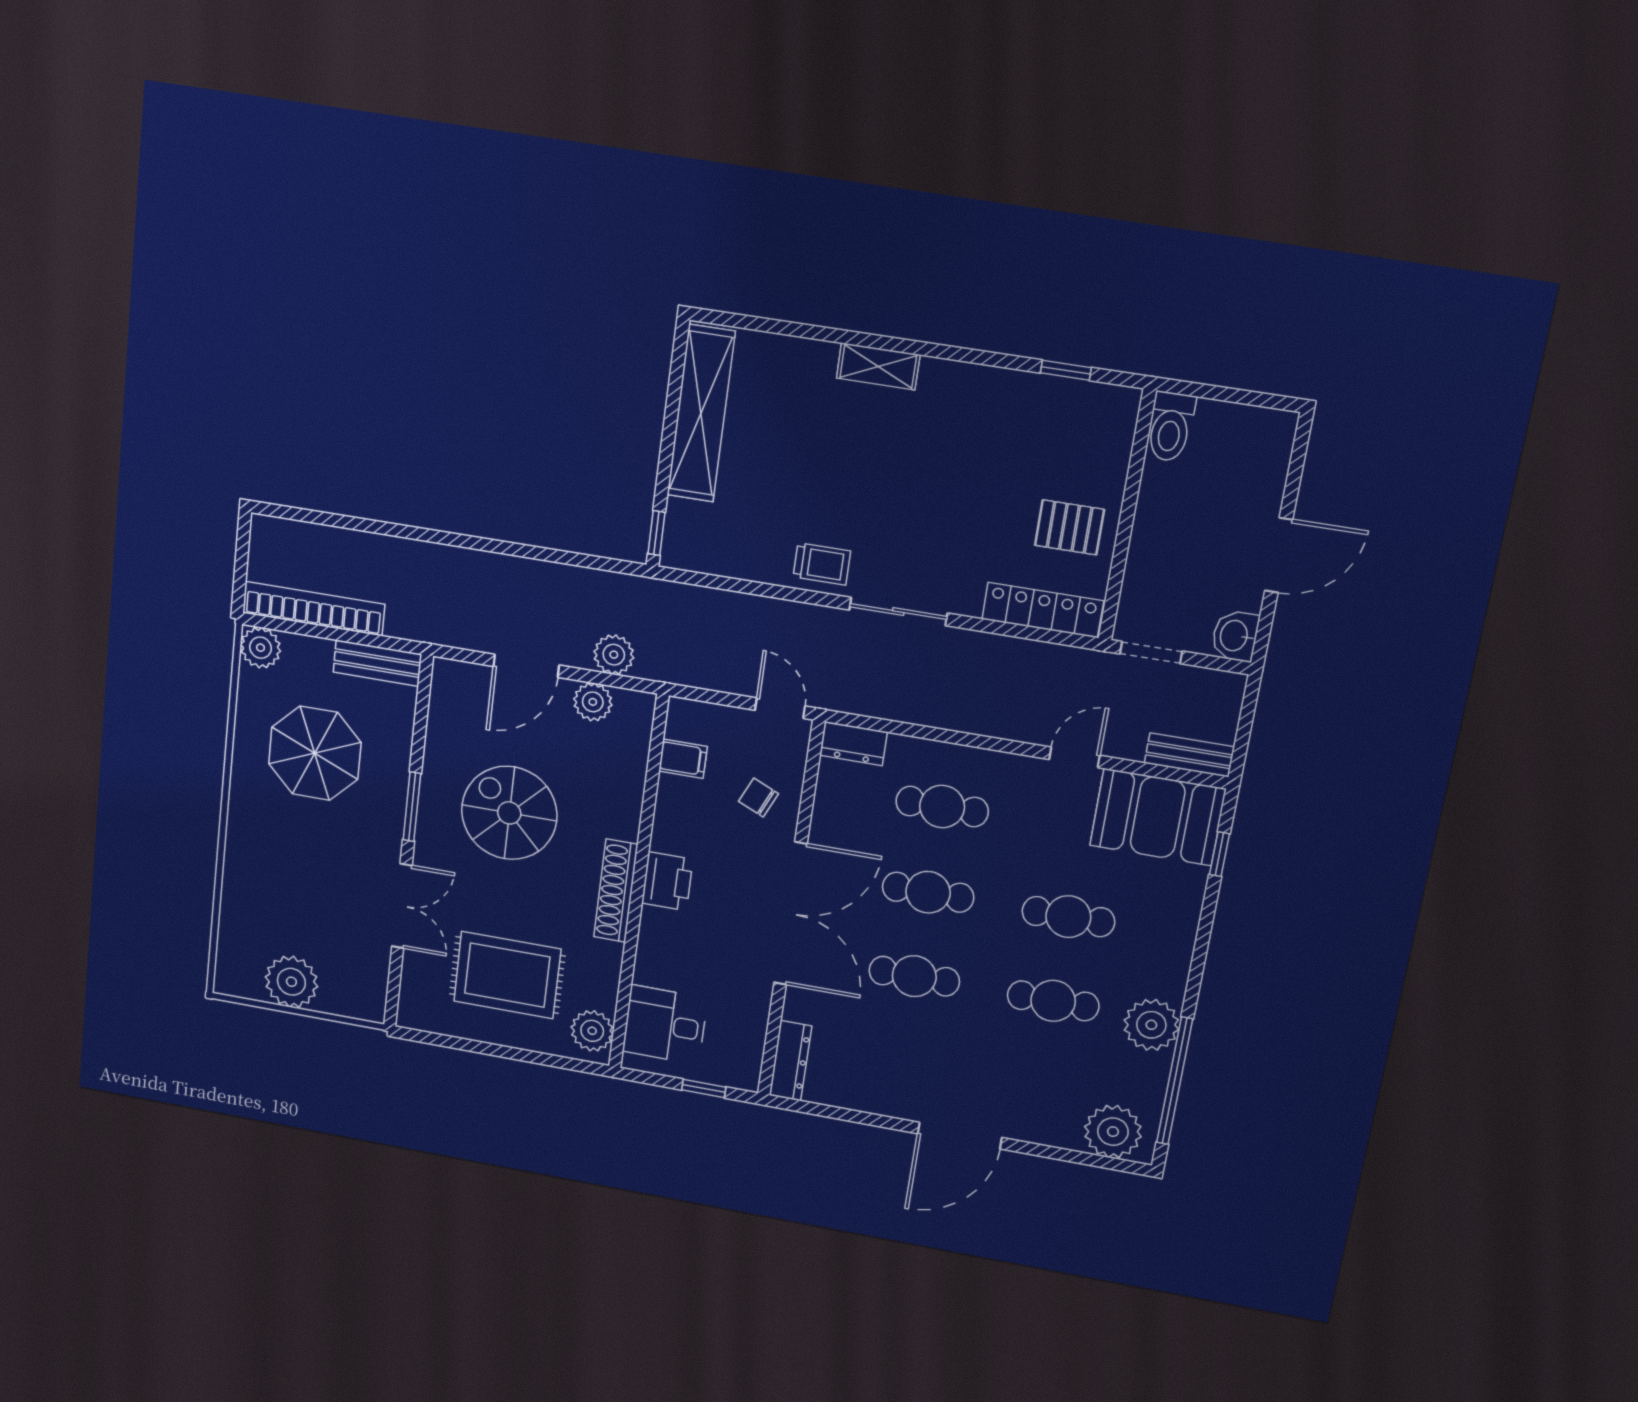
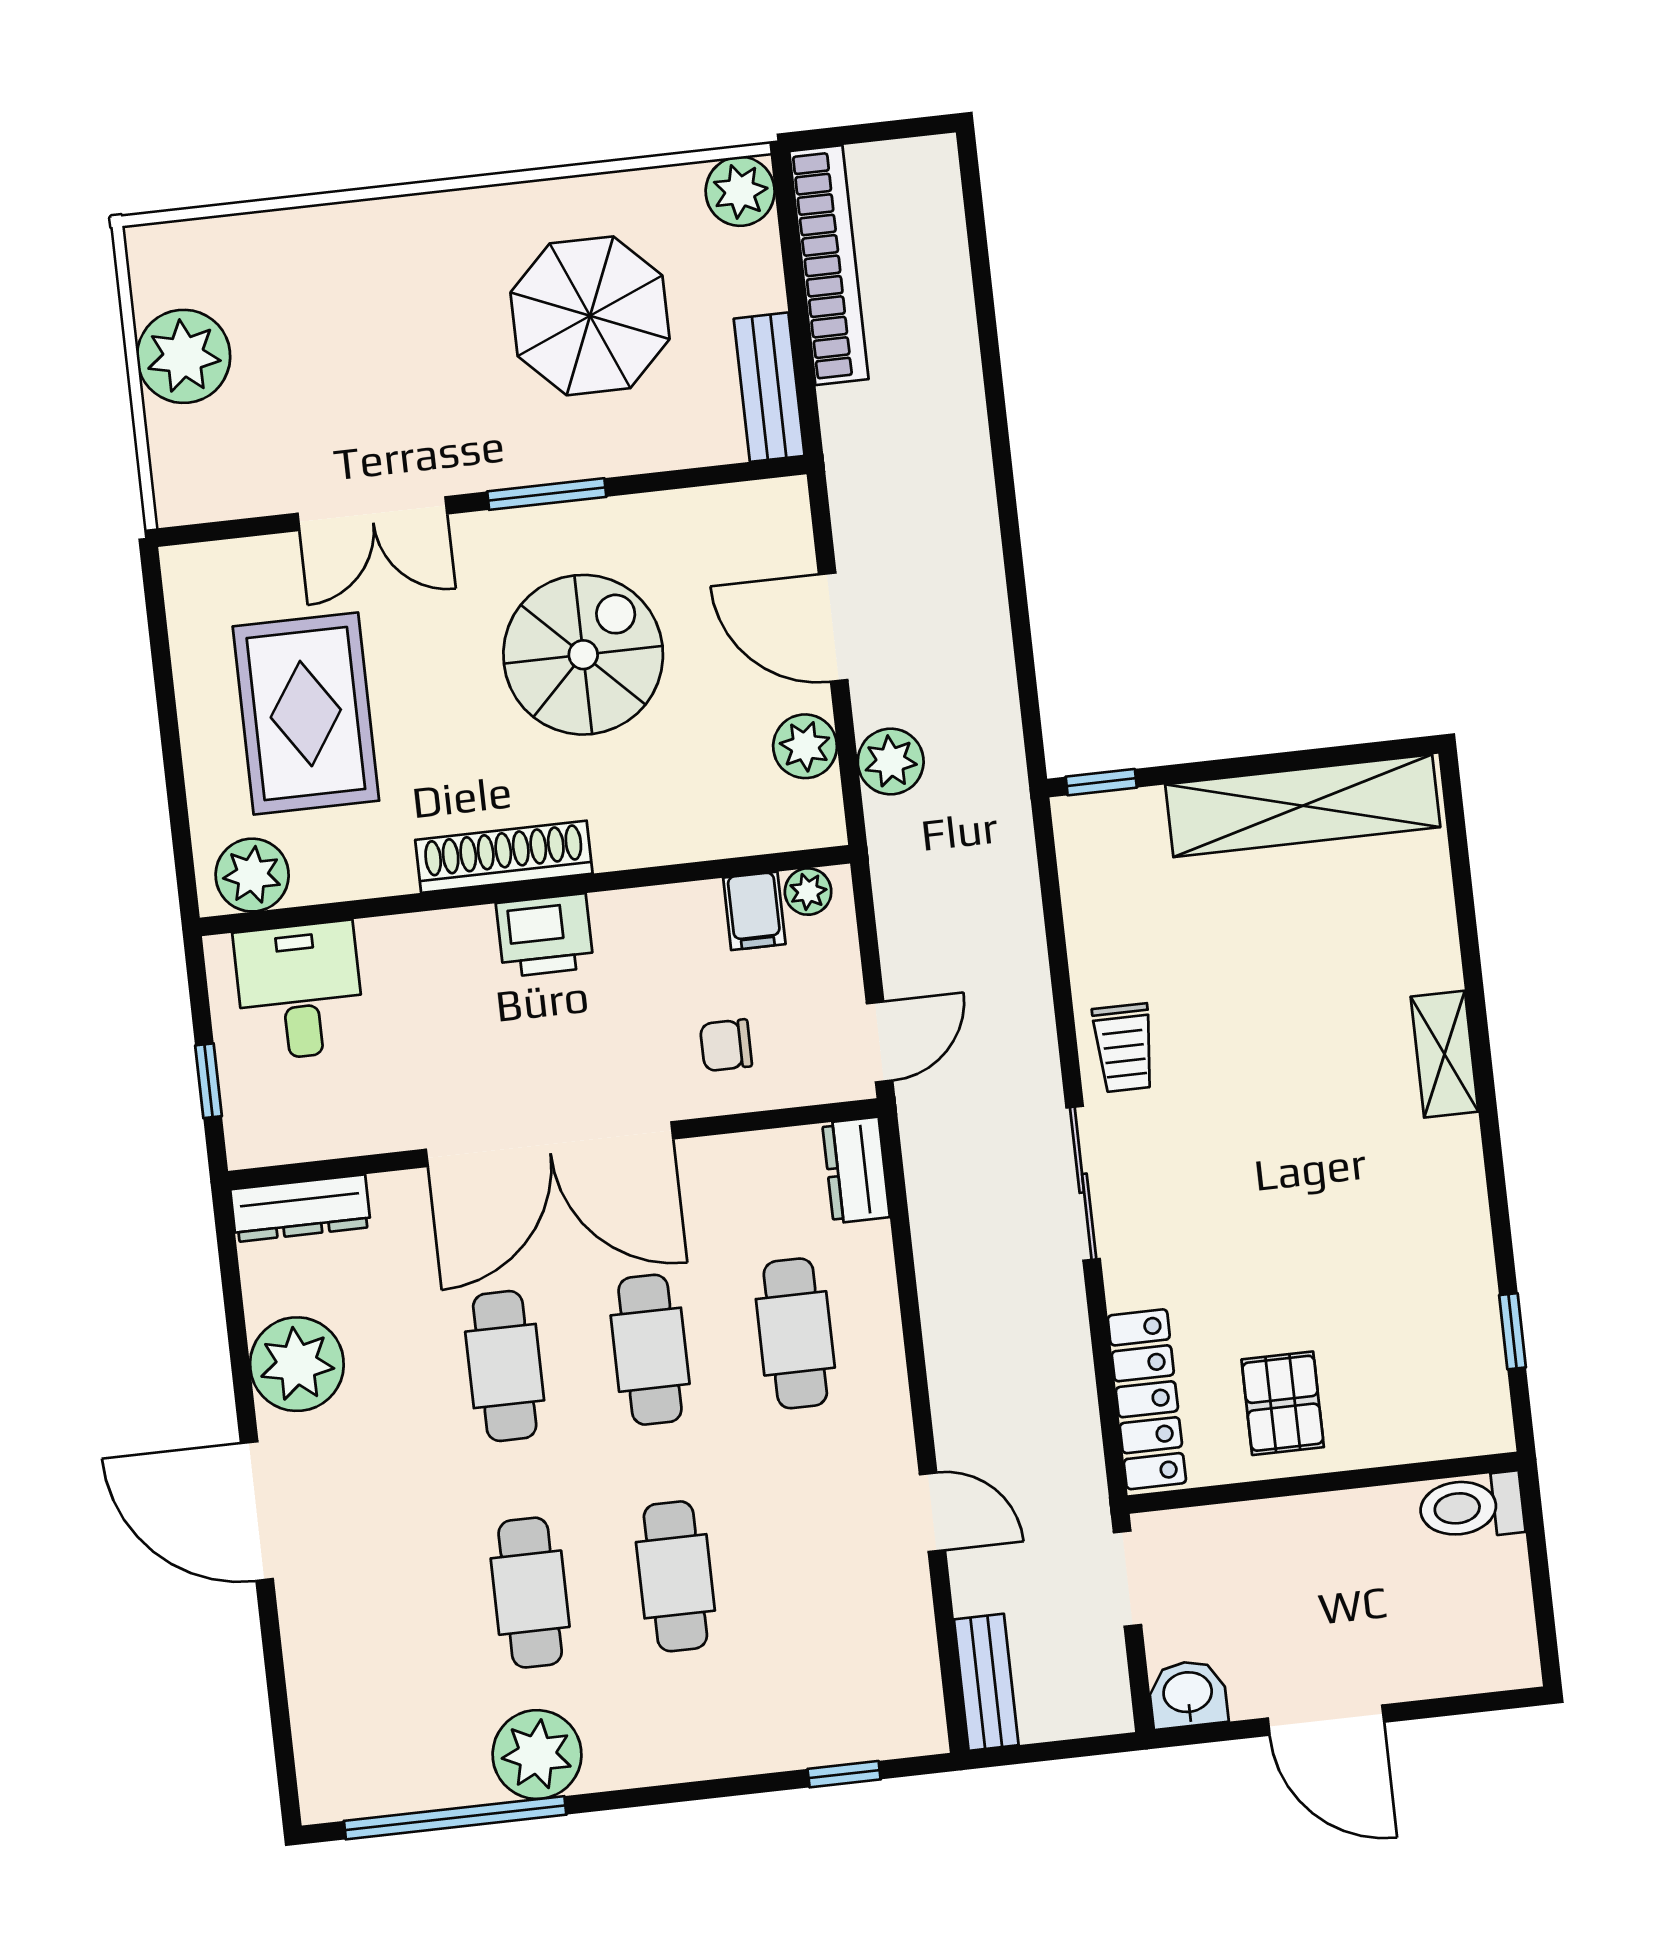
plant: (679, 724) -> (808, 892), added
chair: (759, 797) -> (726, 1045), turned -114
booth: (1158, 817) -> (875, 1664), removed
plant: (1113, 1132) -> (297, 1364), moved

